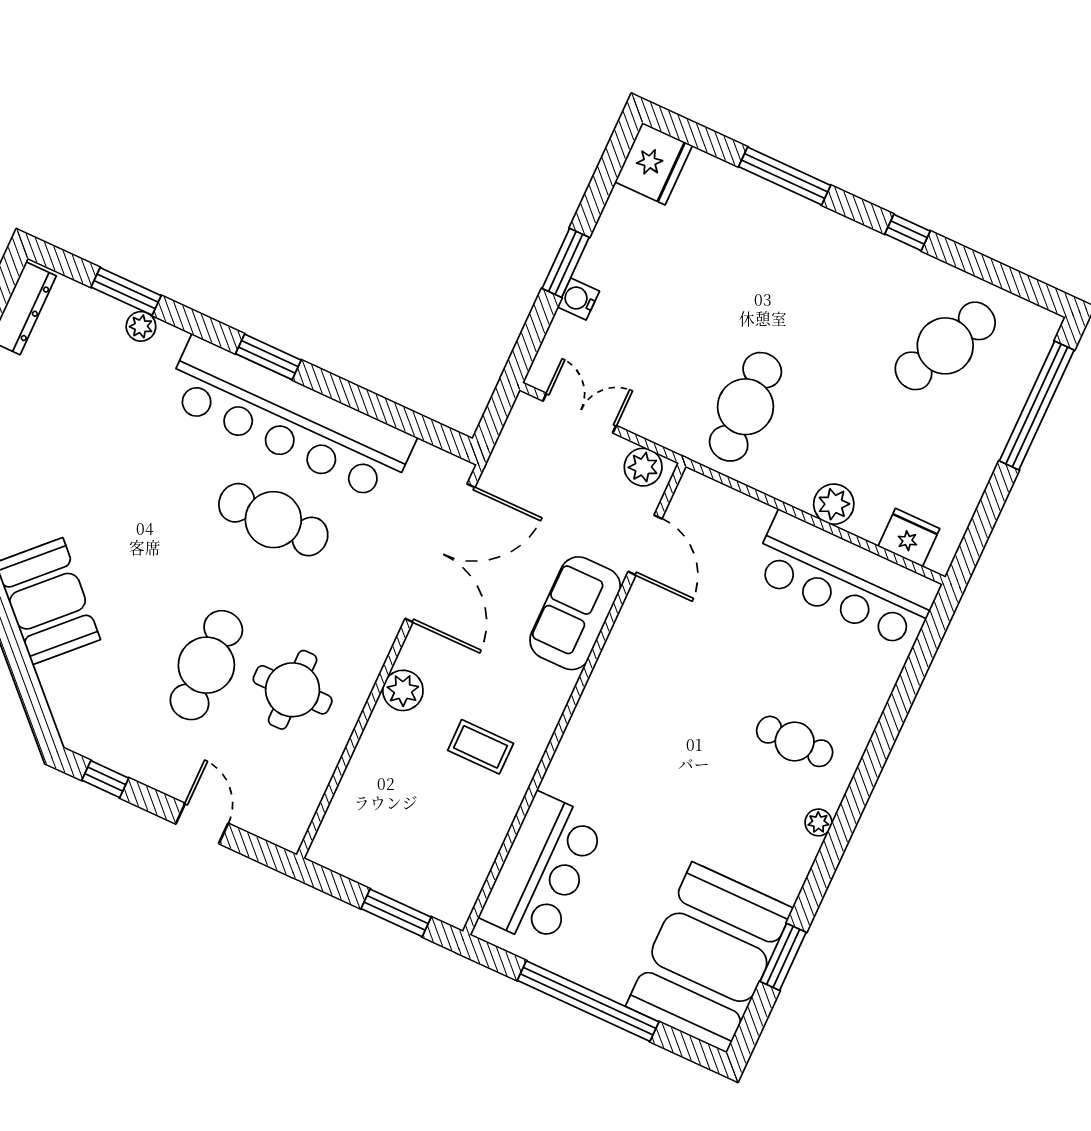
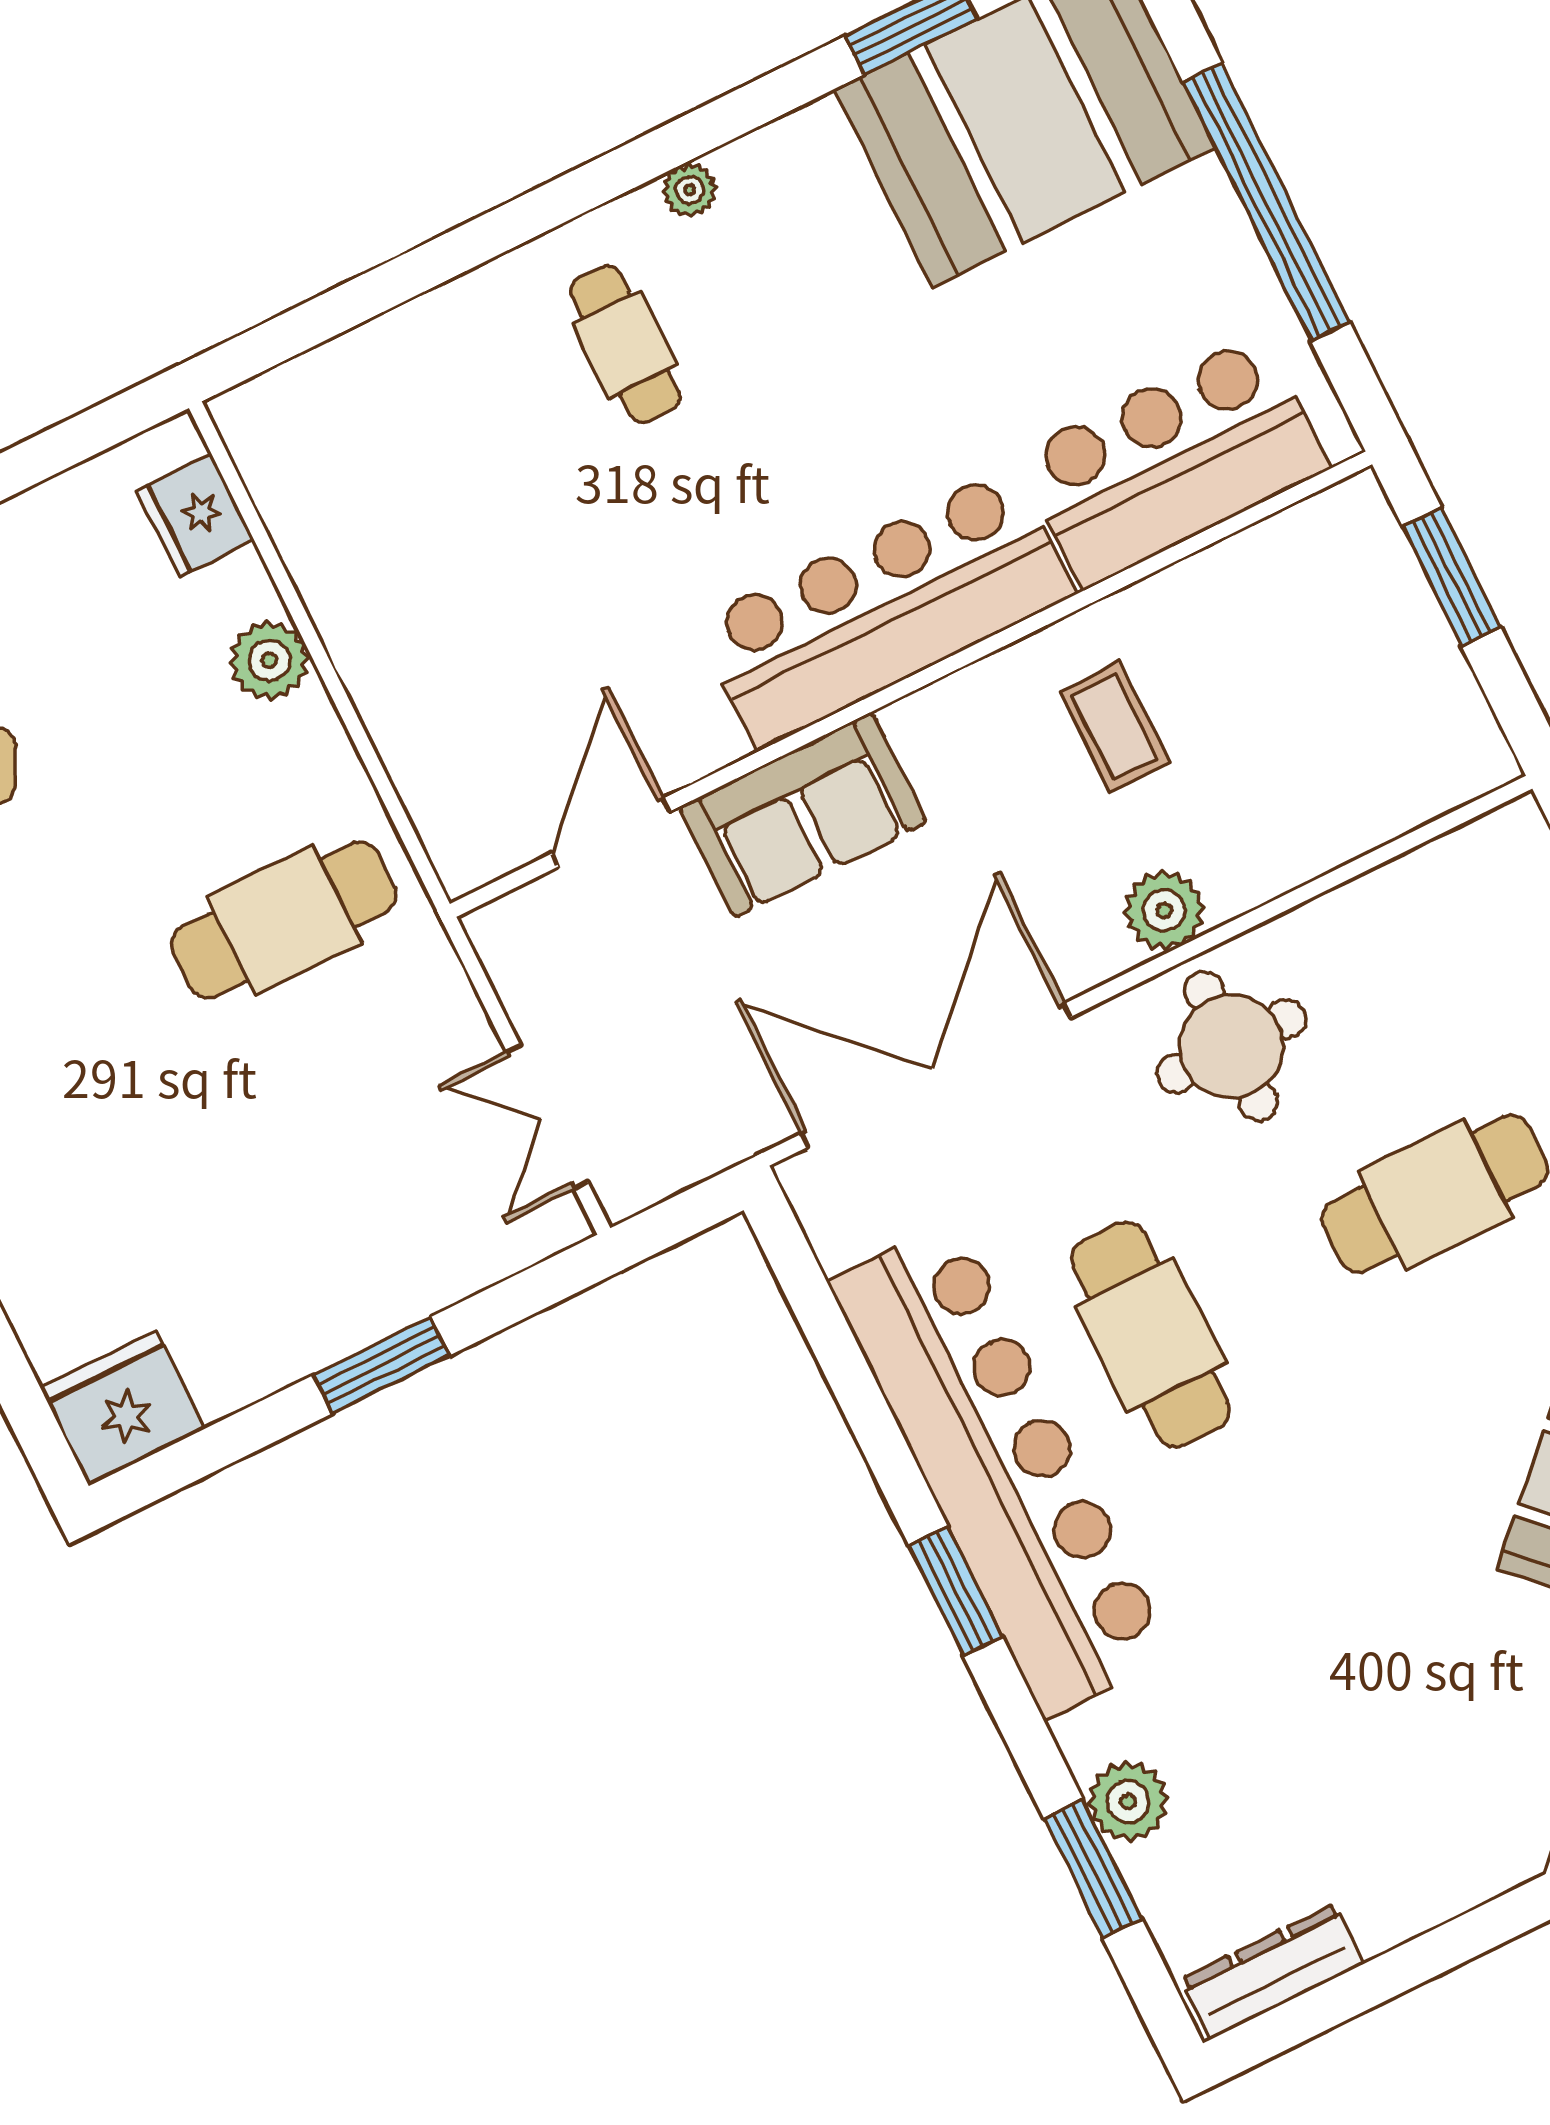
water cooler: (578, 299) -> (407, 1294), removed
plant: (141, 326) -> (1128, 1801), width x1.38, depth x1.38
plant: (643, 467) -> (517, 955), removed
bar counter: (845, 580) -> (885, 608), moved, turned -90
round table: (293, 690) -> (1231, 1046), moved

